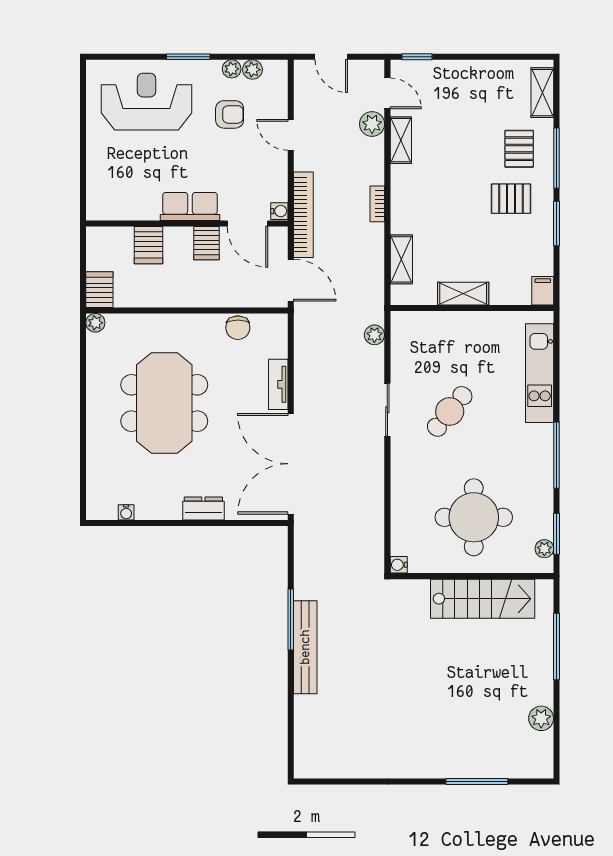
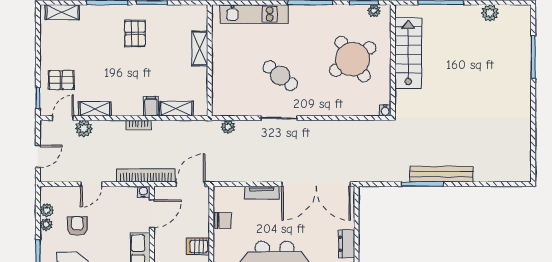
pallet: (519, 149) -> (61, 80), moved
server rack: (207, 243) -> (198, 246), moved, turned 180
filing cabinet: (543, 291) -> (151, 106), moved, turned 90
shelving: (463, 294) -> (200, 48), moved
round table: (474, 517) -> (353, 59), turned -34

